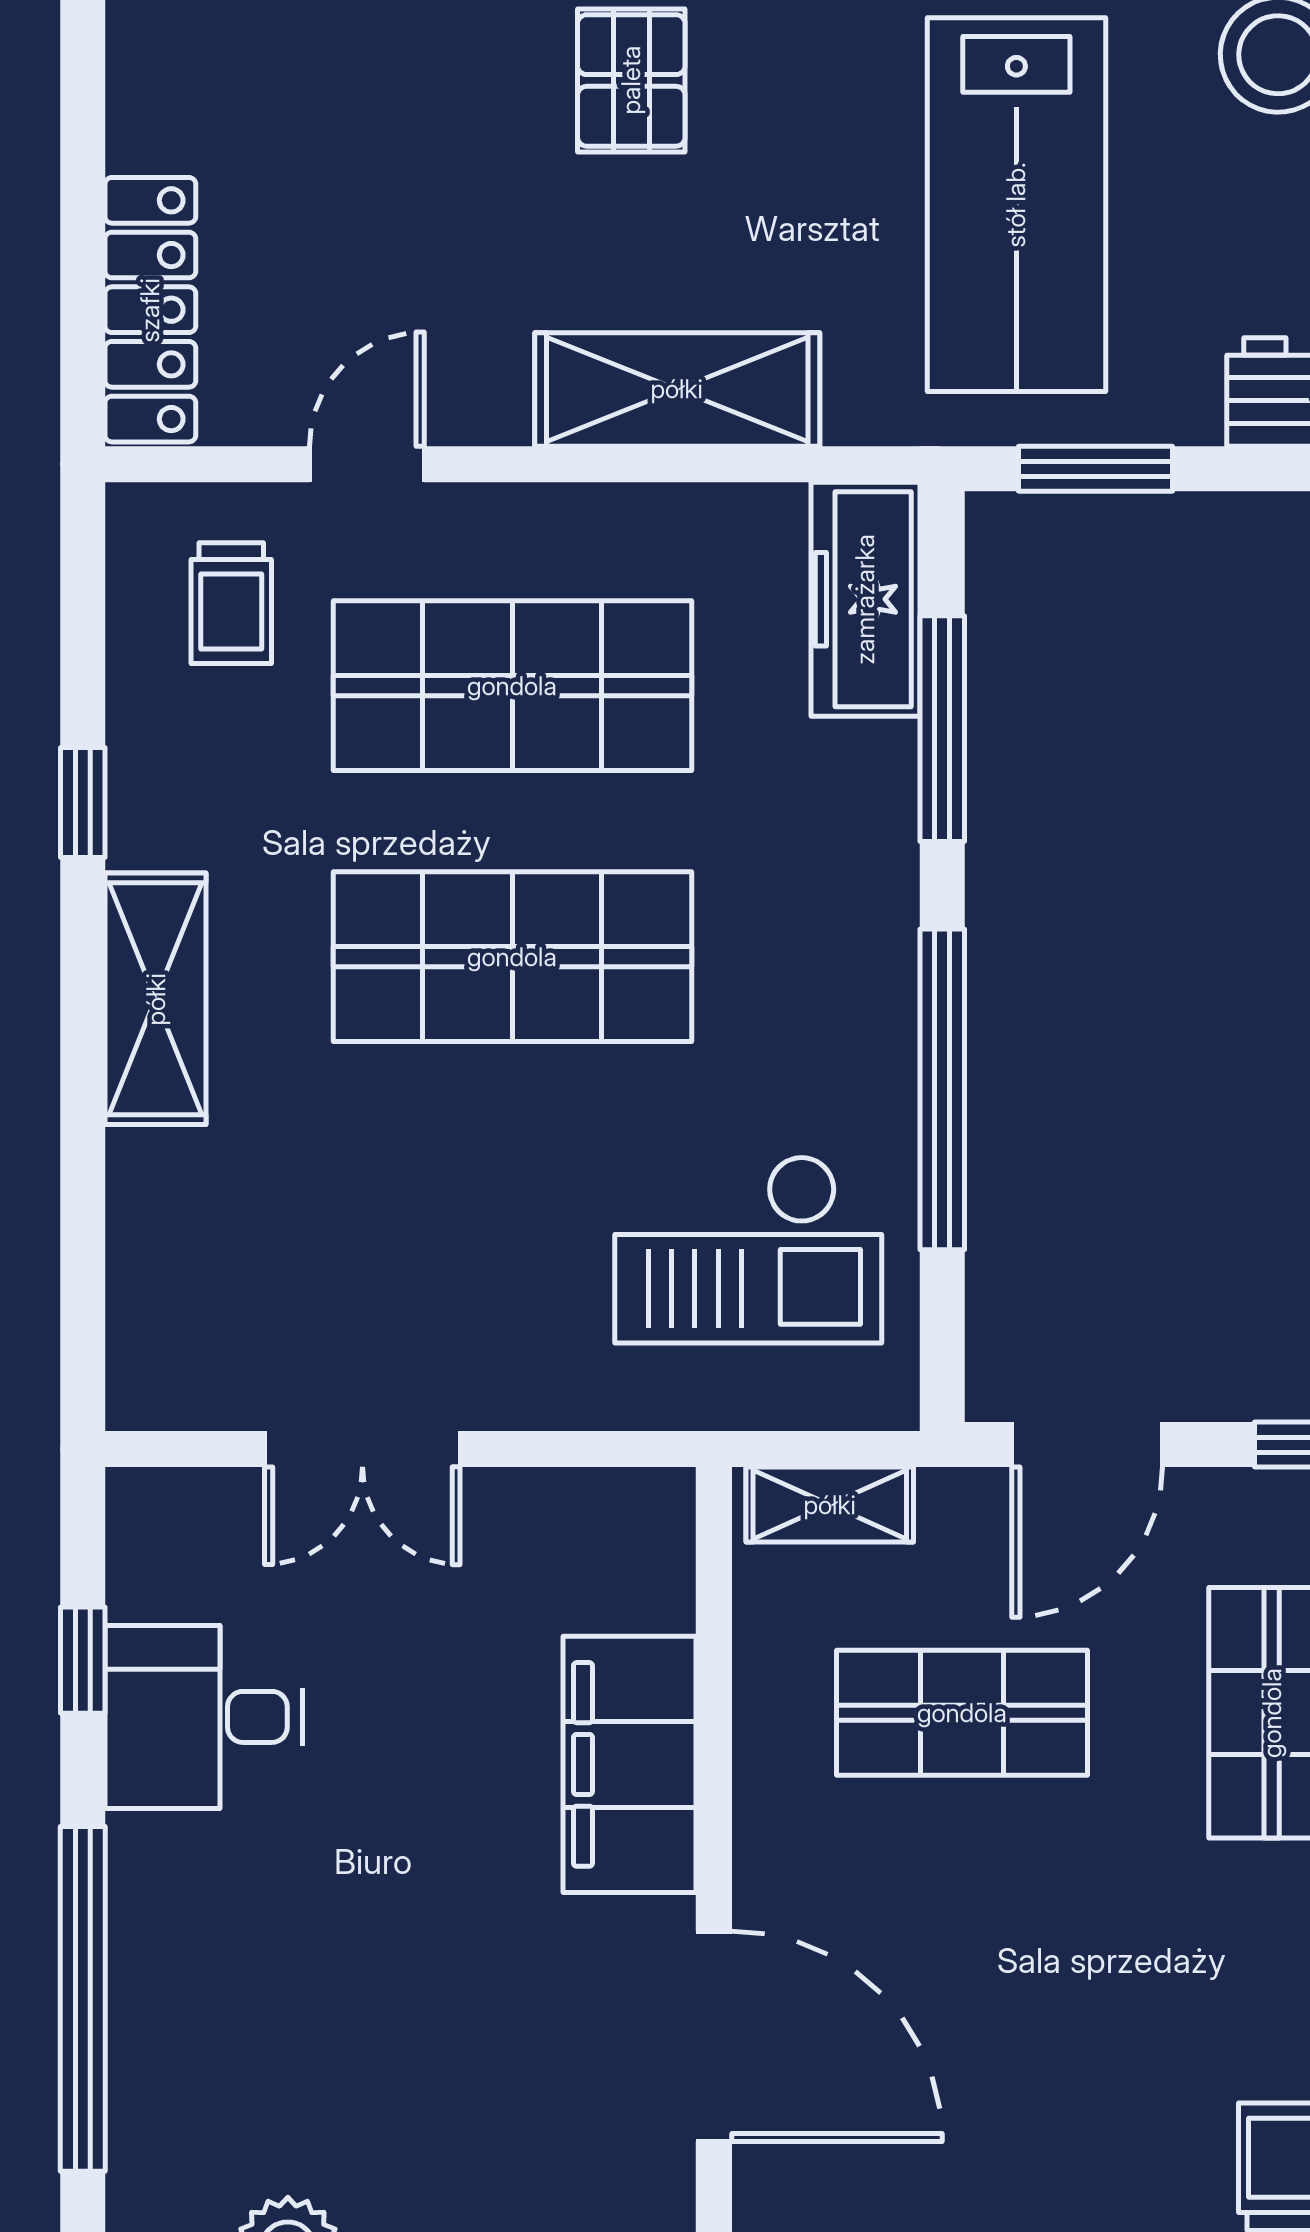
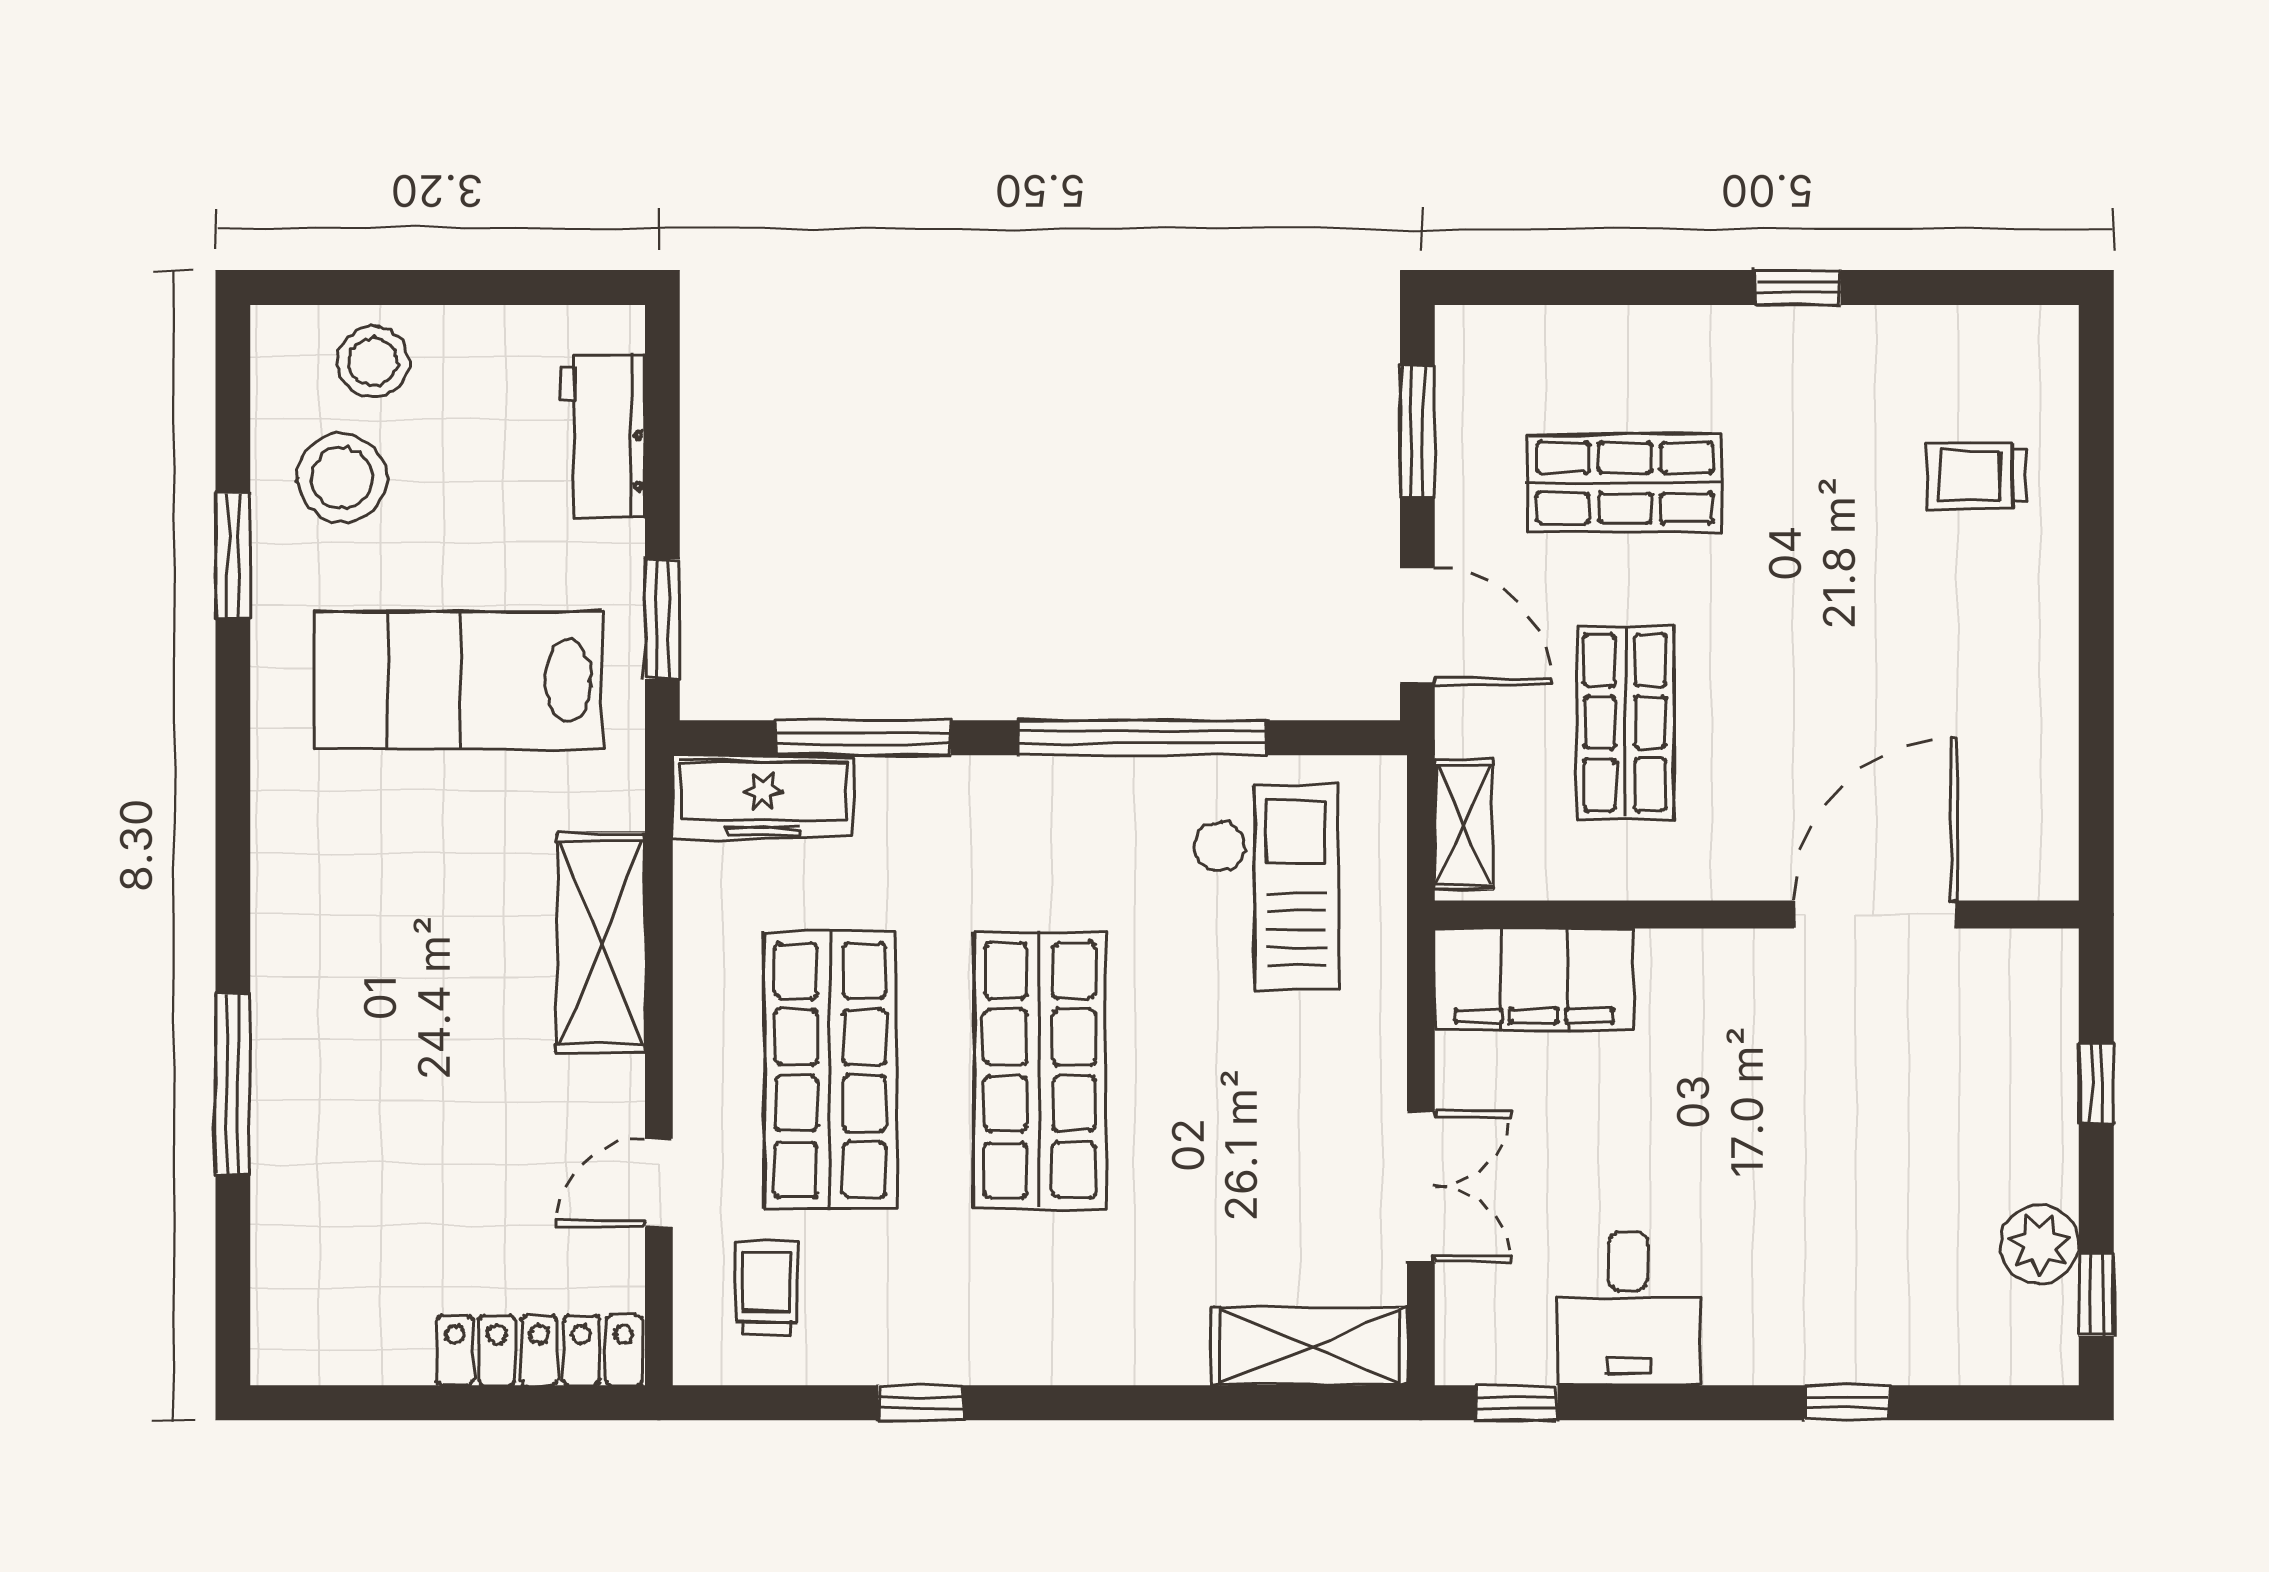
pallet: (631, 80) -> (362, 978), removed
lab bench: (1016, 205) -> (458, 680), turned 180
door: (367, 464) -> (659, 1183), hinge flipped
trolley: (231, 603) -> (766, 1288), turned -90
shelving: (156, 999) -> (1310, 1346), moved
window: (83, 1660) -> (1516, 1403), moved
filing cabinet: (630, 1764) -> (1534, 980), moved
window: (83, 1999) -> (1846, 1403), width x0.32

